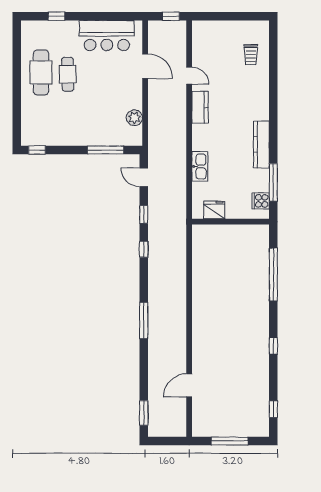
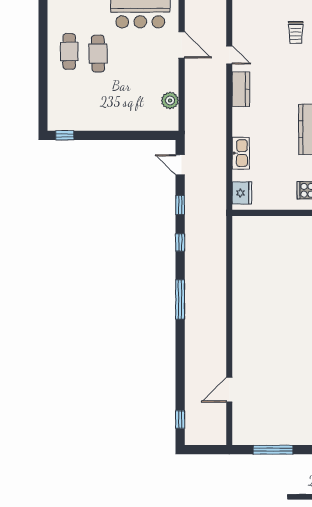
cafe table: (41, 72) -> (69, 51), width x0.73, depth x0.74
window: (106, 150) -> (139, 135), removed
fridge: (214, 210) -> (242, 193), moved, turned 90
window: (144, 320) -> (180, 300), moved
window: (144, 413) -> (180, 419), width x0.67

